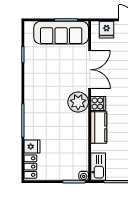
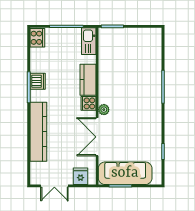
plant: (78, 102) -> (104, 110), width x0.53, depth x0.53
fridge: (32, 147) -> (154, 61), removed
locker: (30, 167) -> (156, 41), removed
water cooler: (84, 176) -> (103, 32), removed

